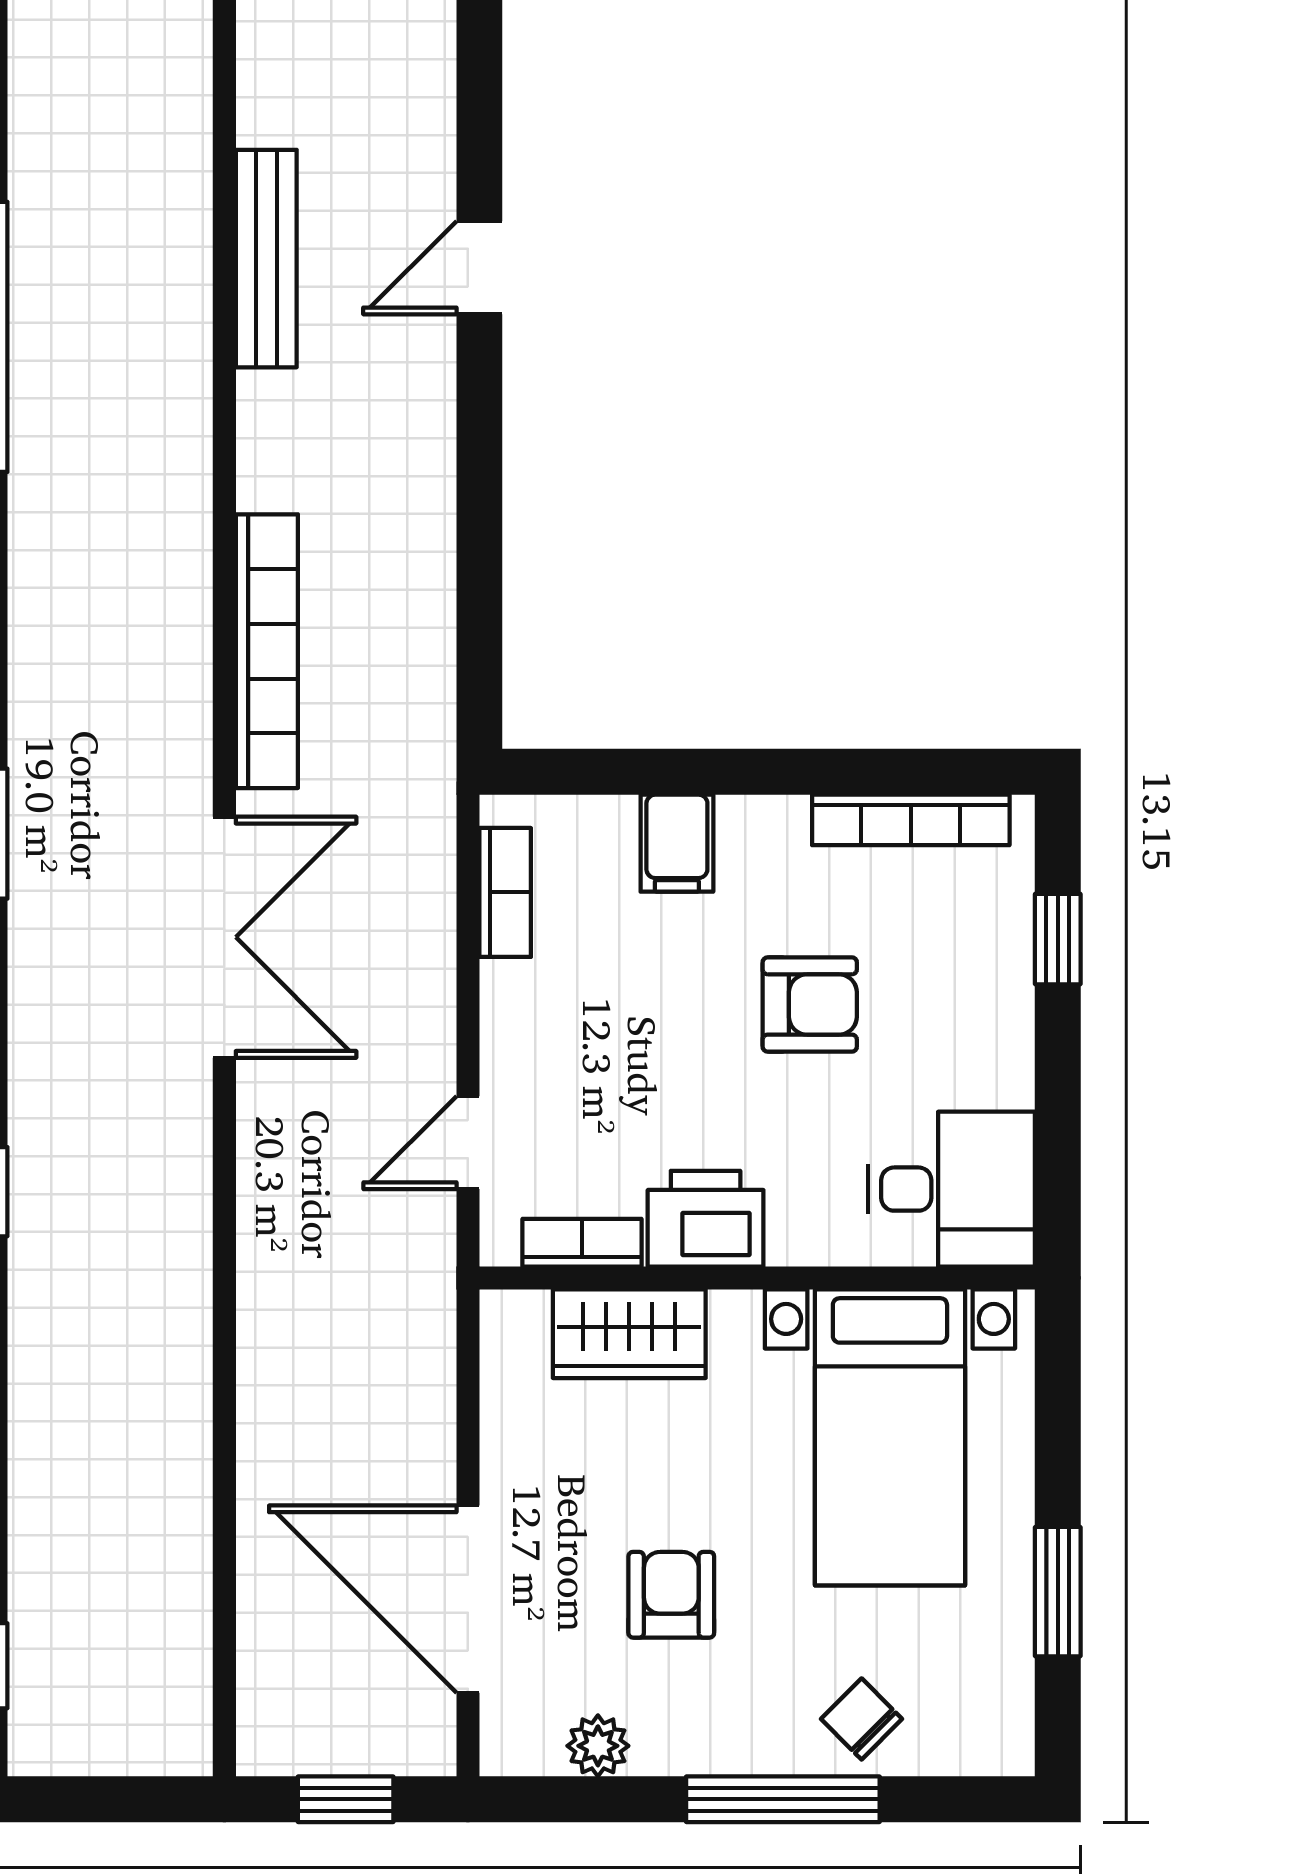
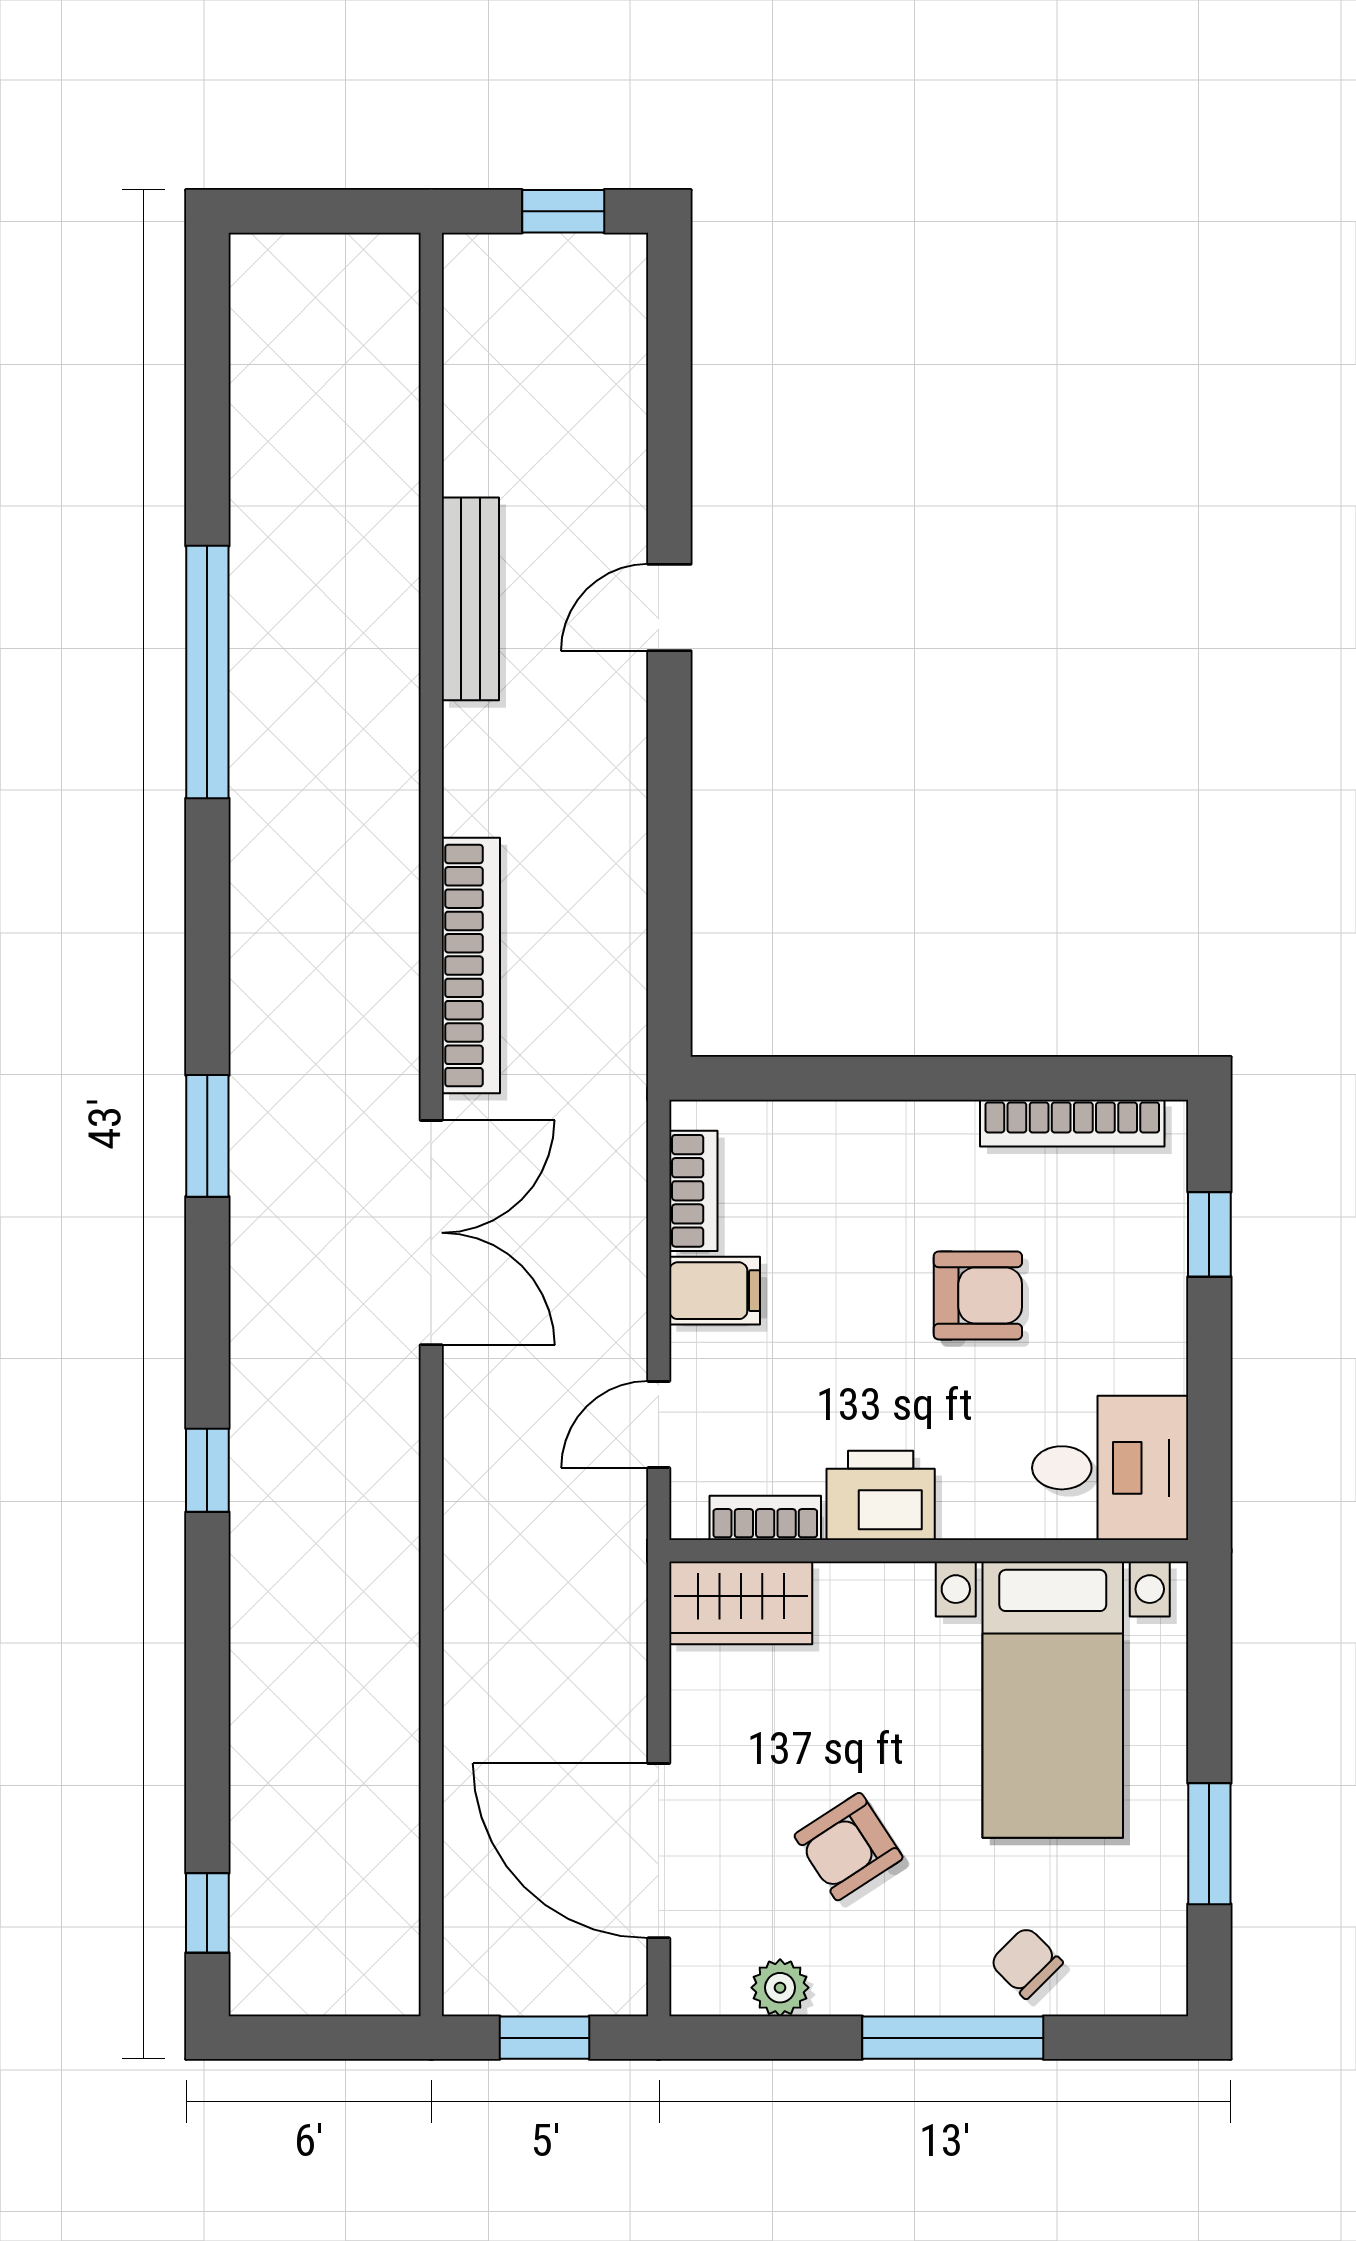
filing cabinet: (677, 843) -> (715, 1291), moved, turned -90
wardrobe: (629, 1334) -> (741, 1603), moved
armchair: (671, 1595) -> (849, 1847), turned -123

